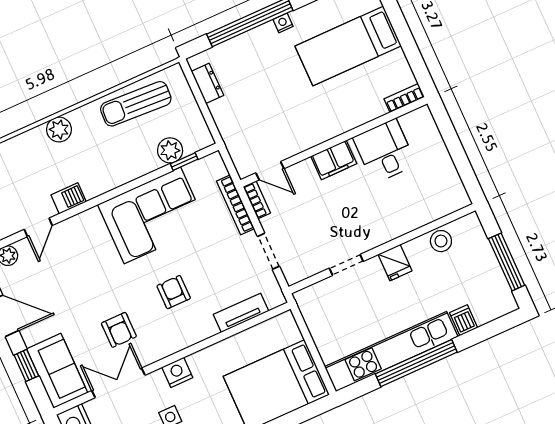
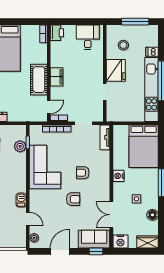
printer: (418, 122) -> (57, 33), added
cot: (313, 128) -> (39, 80), added
desk: (385, 151) -> (88, 37), moved, turned 90
stool: (441, 241) -> (123, 45), moved
fridge: (395, 263) -> (116, 70), width x1.88, depth x1.34
tv unit: (241, 313) -> (105, 137), moved
armchair: (119, 330) -> (73, 199), moved
window: (26, 365) -> (96, 251), moved
nightstand: (177, 372) -> (118, 176), moved

